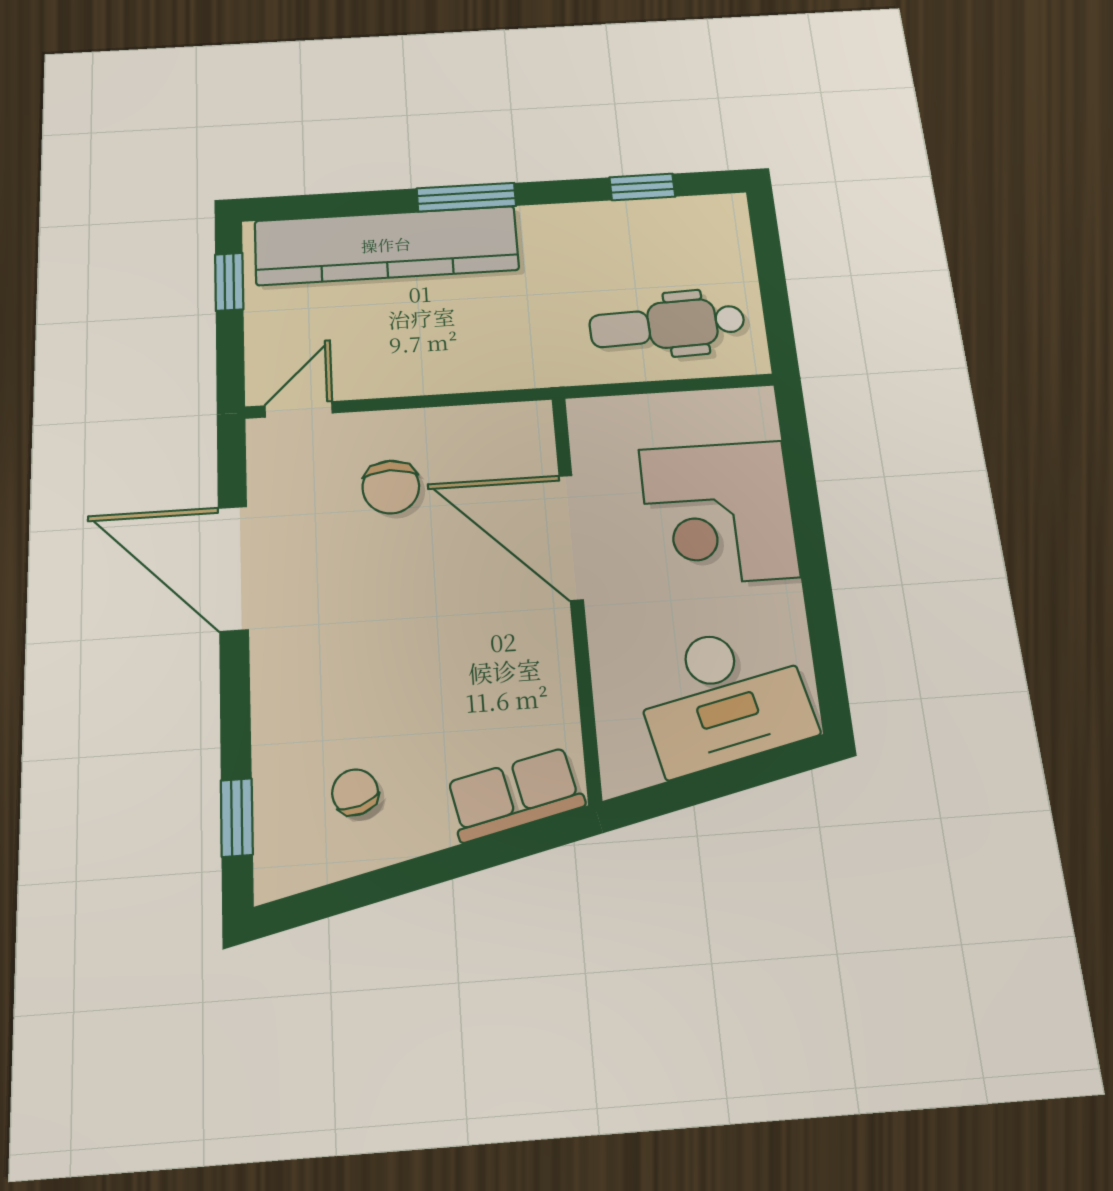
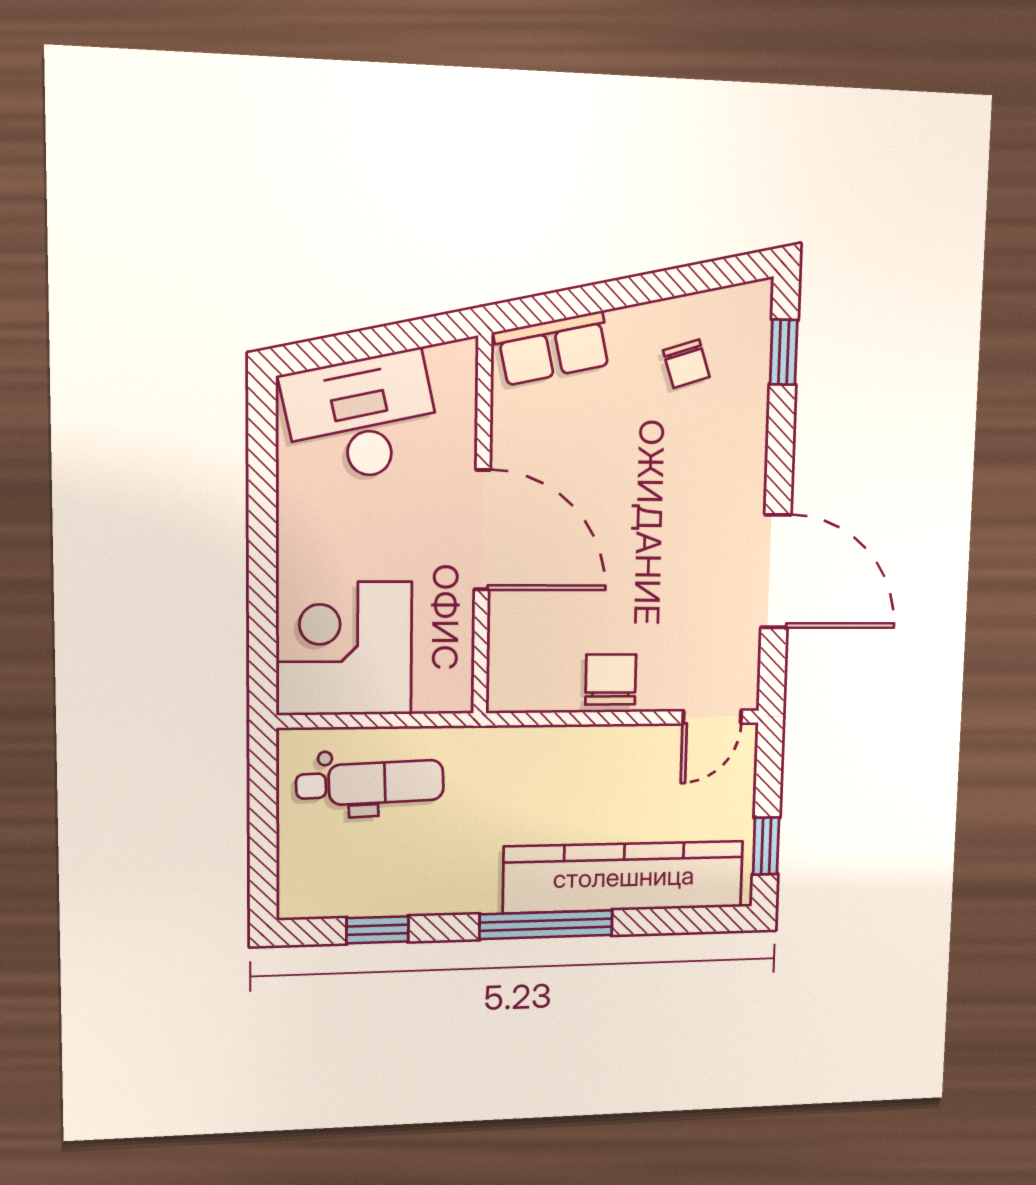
window: (466, 197) -> (546, 925), width x1.44
chair: (391, 487) -> (611, 679), moved
corner desk: (719, 513) -> (344, 648), moved, turned -90
door: (571, 537) -> (482, 530), moved

